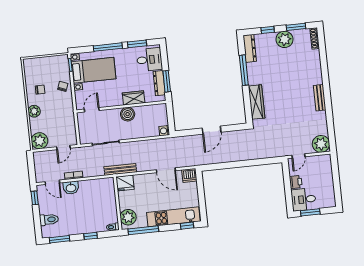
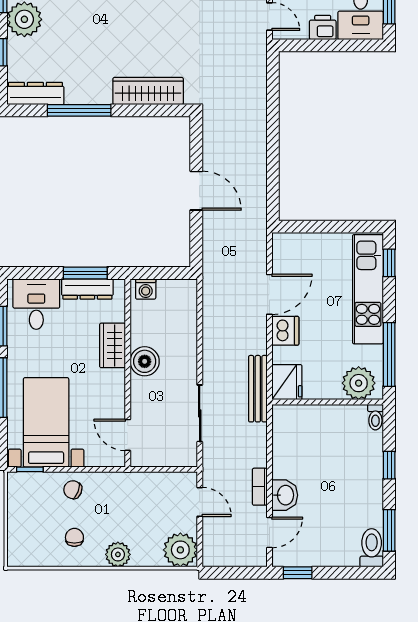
washing machine: (164, 131) -> (146, 289), moved
dishwasher: (189, 175) -> (285, 331), moved
toilet: (49, 220) -> (372, 548), moved

